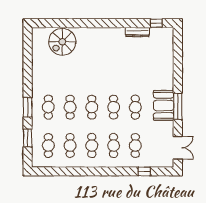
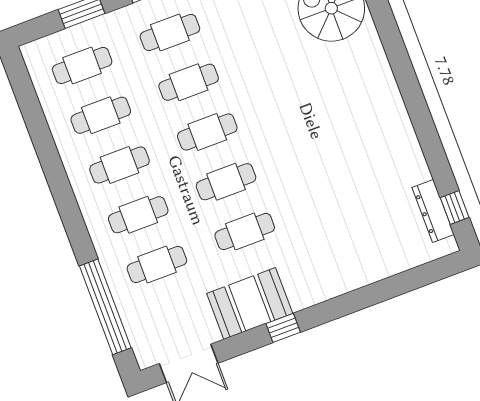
dresser: (137, 32) -> (433, 211), moved
booth: (164, 105) -> (250, 303), moved
window: (178, 106) -> (283, 328), width x0.46
window: (144, 171) -> (105, 307), width x3.17

